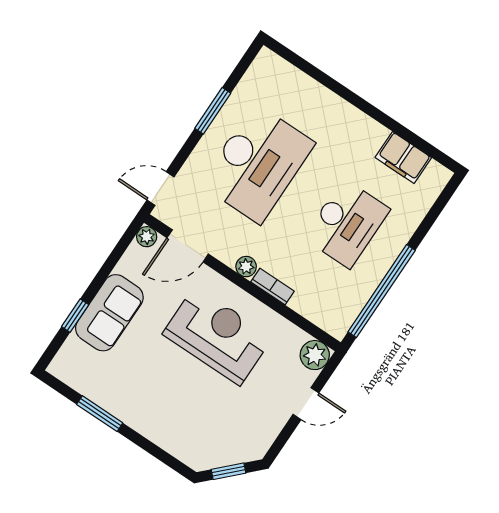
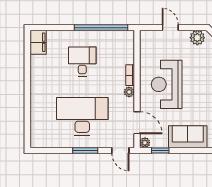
window: (213, 111) -> (85, 150), moved
filing cabinet: (403, 158) -> (38, 42), moved
desk: (347, 224) -> (82, 62), width x0.73
window: (75, 316) -> (160, 150), moved
plant: (315, 355) -> (197, 38), moved

